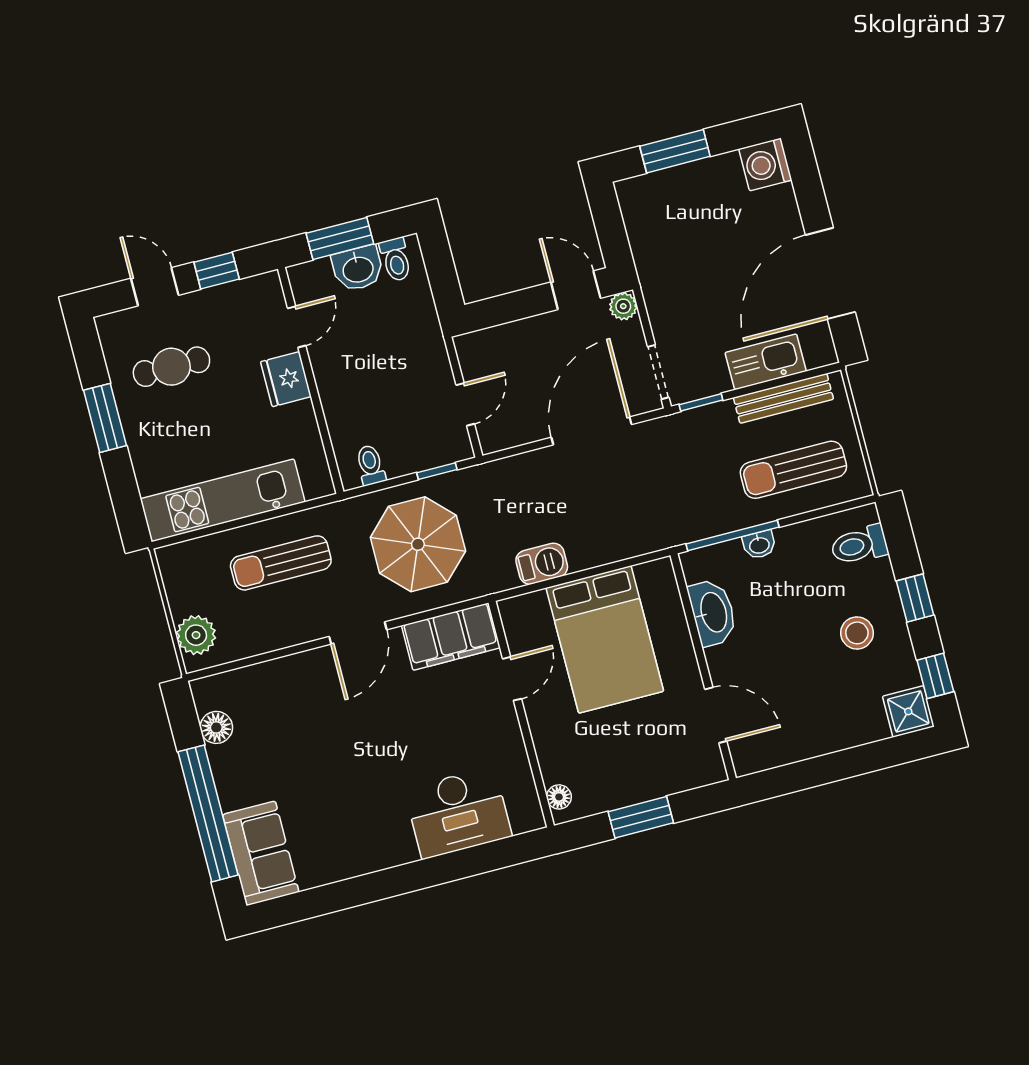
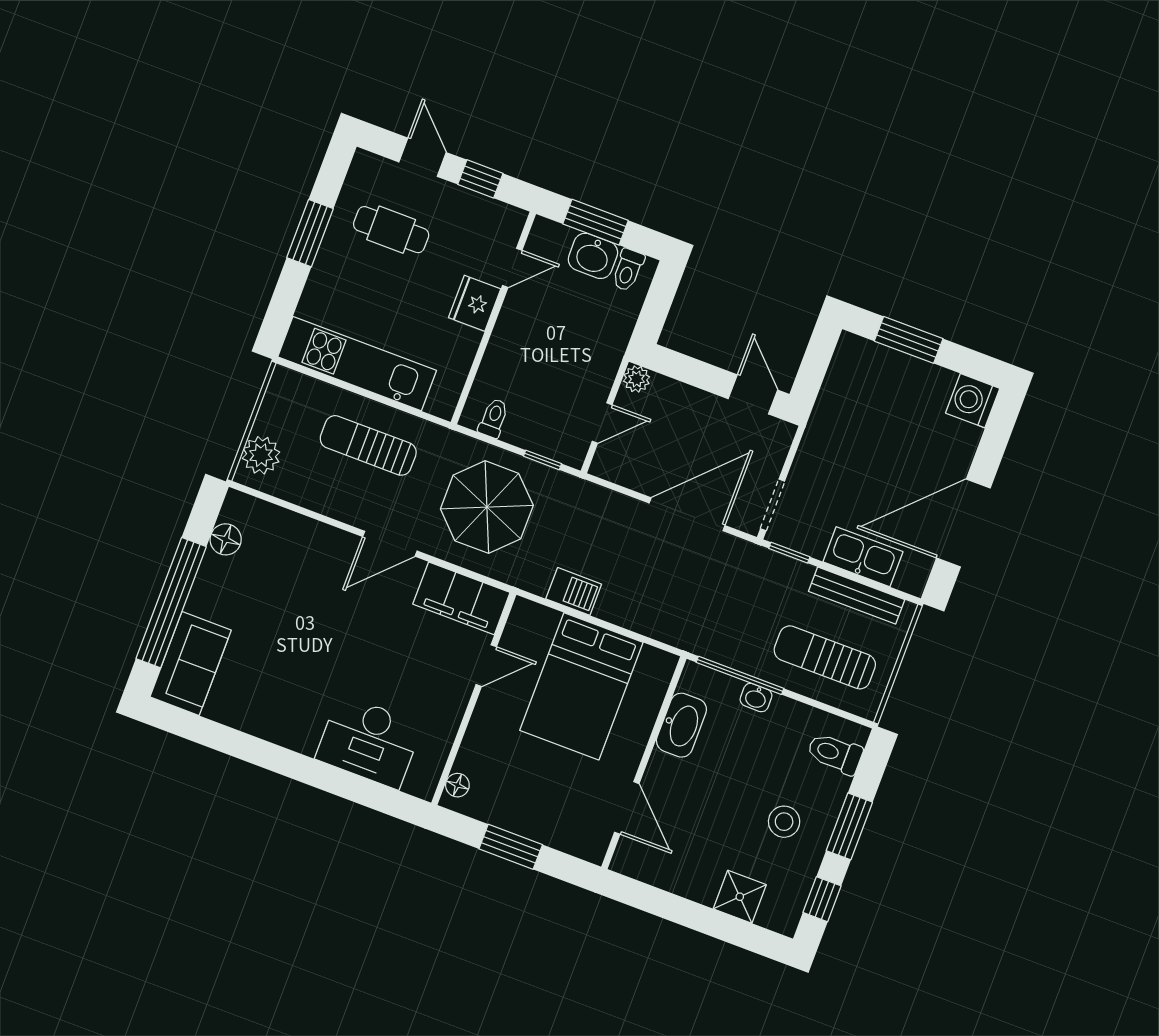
plant: (623, 306) -> (637, 379), moved
window: (915, 598) -> (849, 826), width x1.50
shower: (908, 711) -> (740, 897), moved

